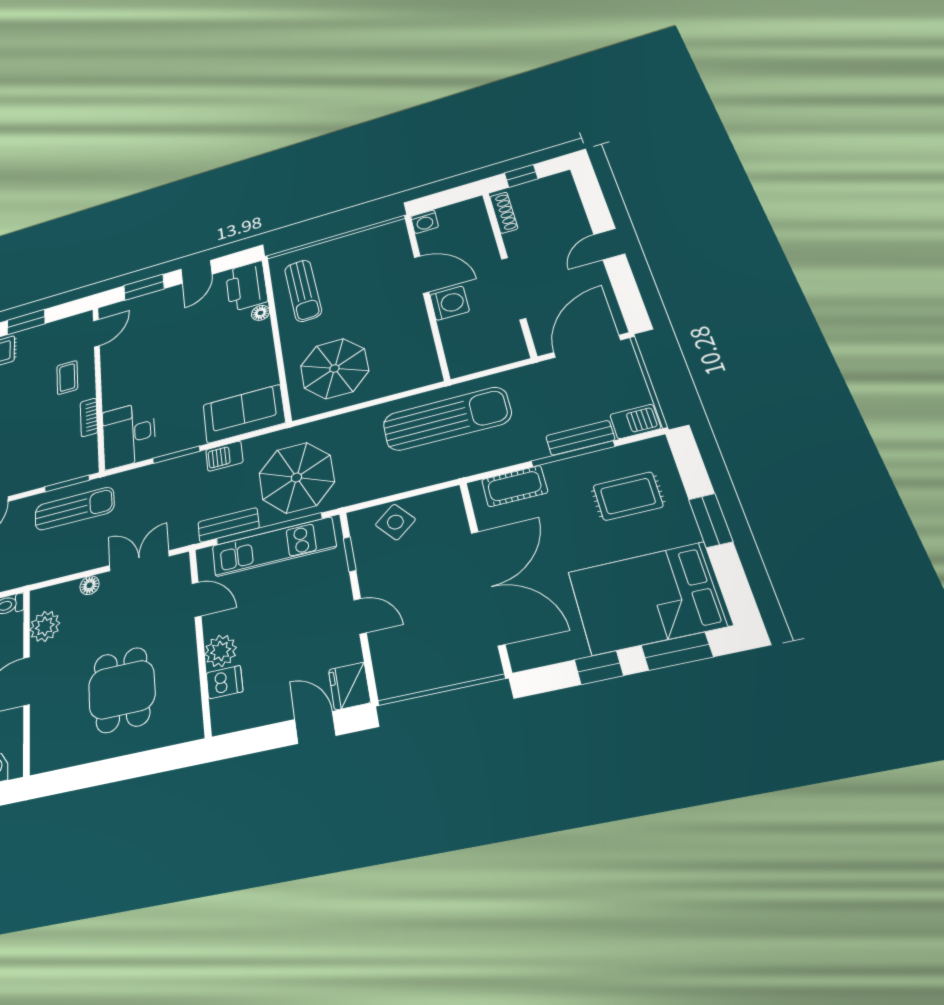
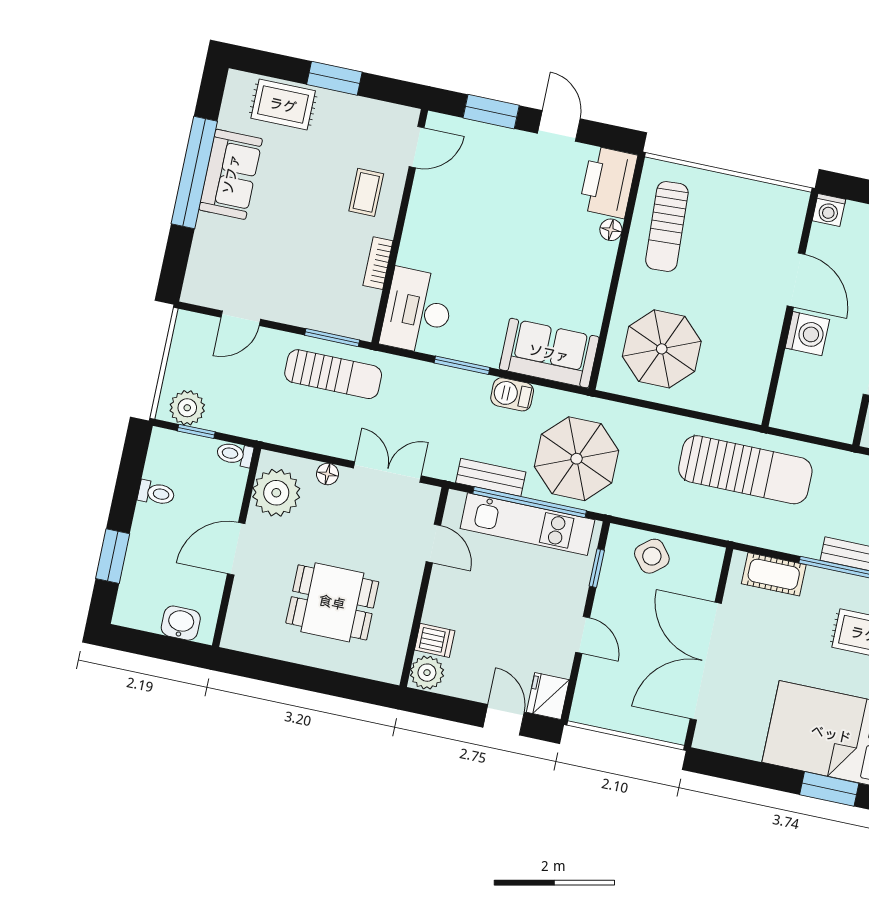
door: (196, 272) -> (559, 126), swing flipped
double door: (488, 587) -> (706, 661), swing flipped
plant: (45, 626) -> (276, 493), width x1.36, depth x1.36
plant: (221, 651) -> (427, 673), moved
window: (599, 668) -> (762, 775), removed
dining table: (122, 690) -> (332, 602), turned 90

